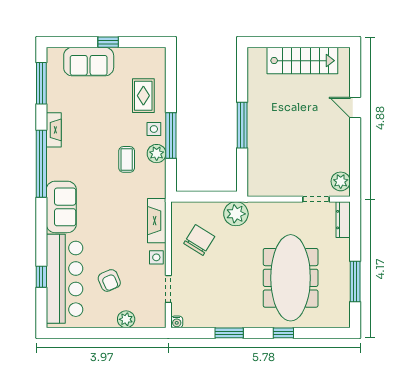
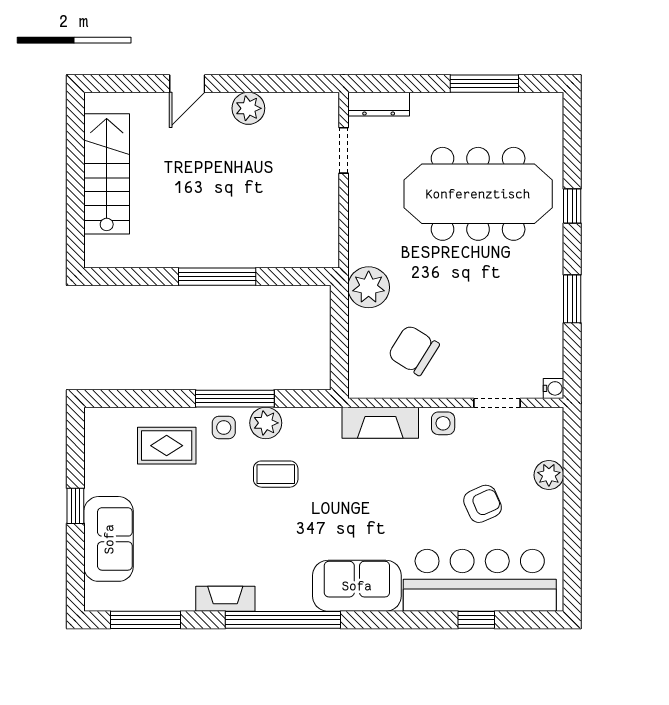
plant: (341, 181) -> (248, 108), moved

